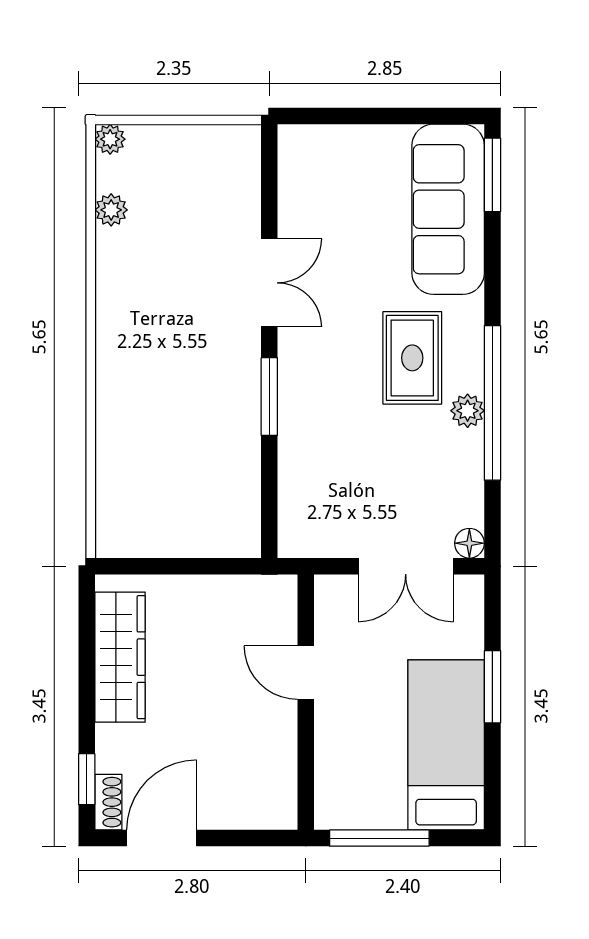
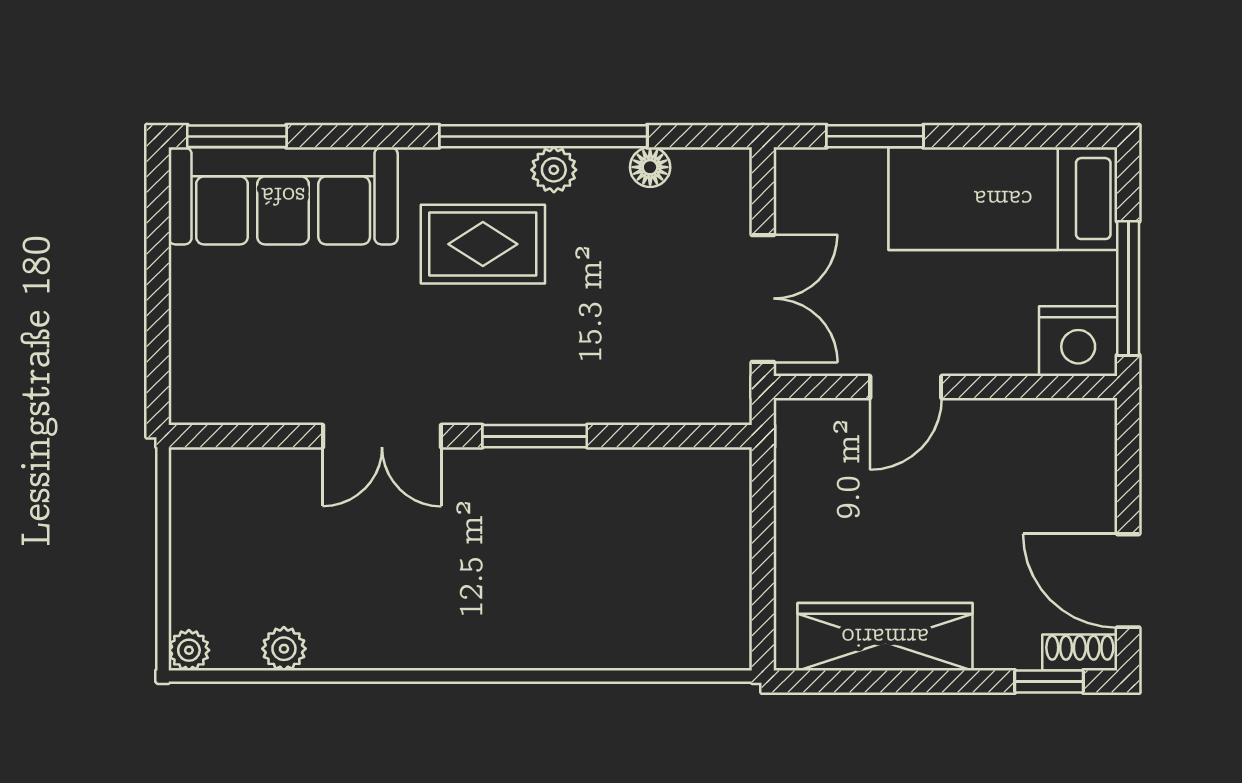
double door: (269, 283) -> (382, 436), swing flipped
floor lamp: (469, 543) -> (650, 167), moved
double door: (406, 566) -> (763, 298), moved
window: (492, 687) -> (875, 136), moved
nightstand: (340, 801) -> (1078, 341), added

